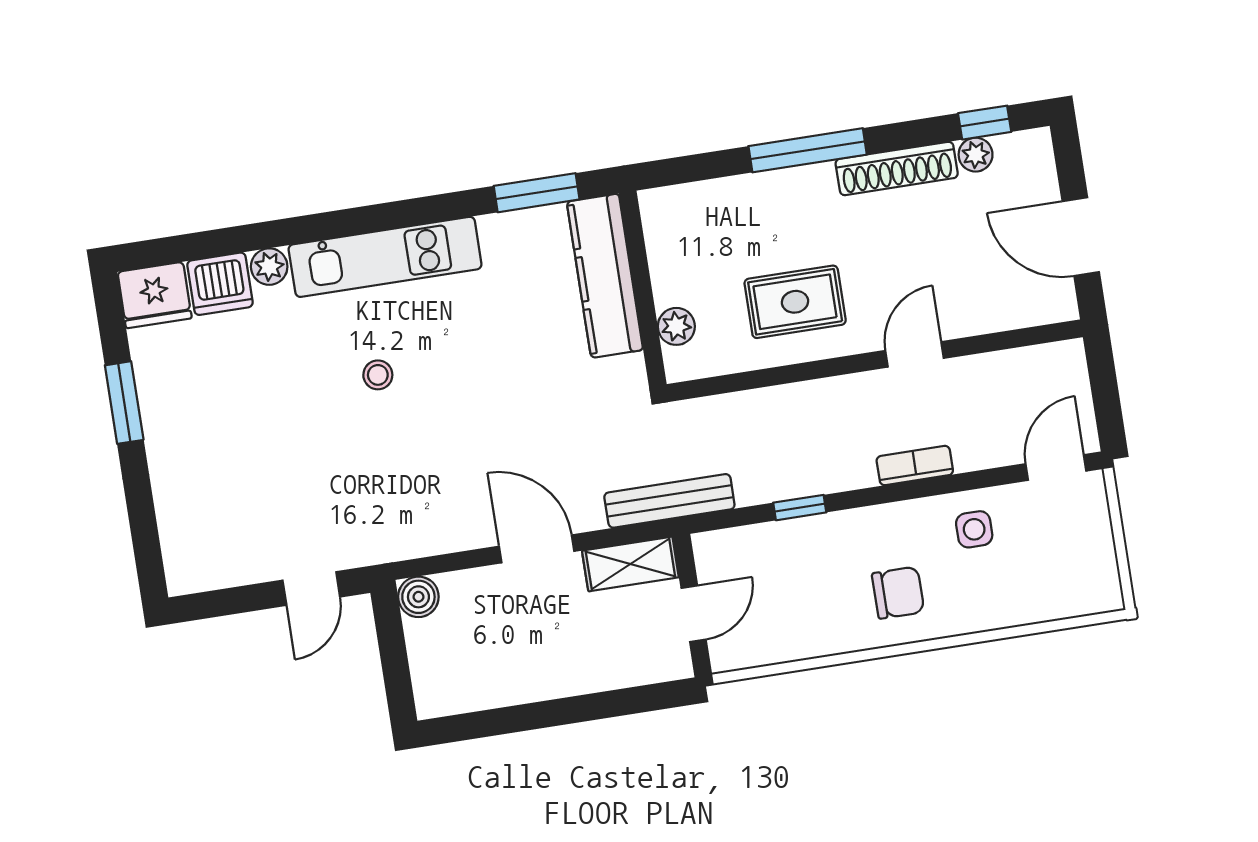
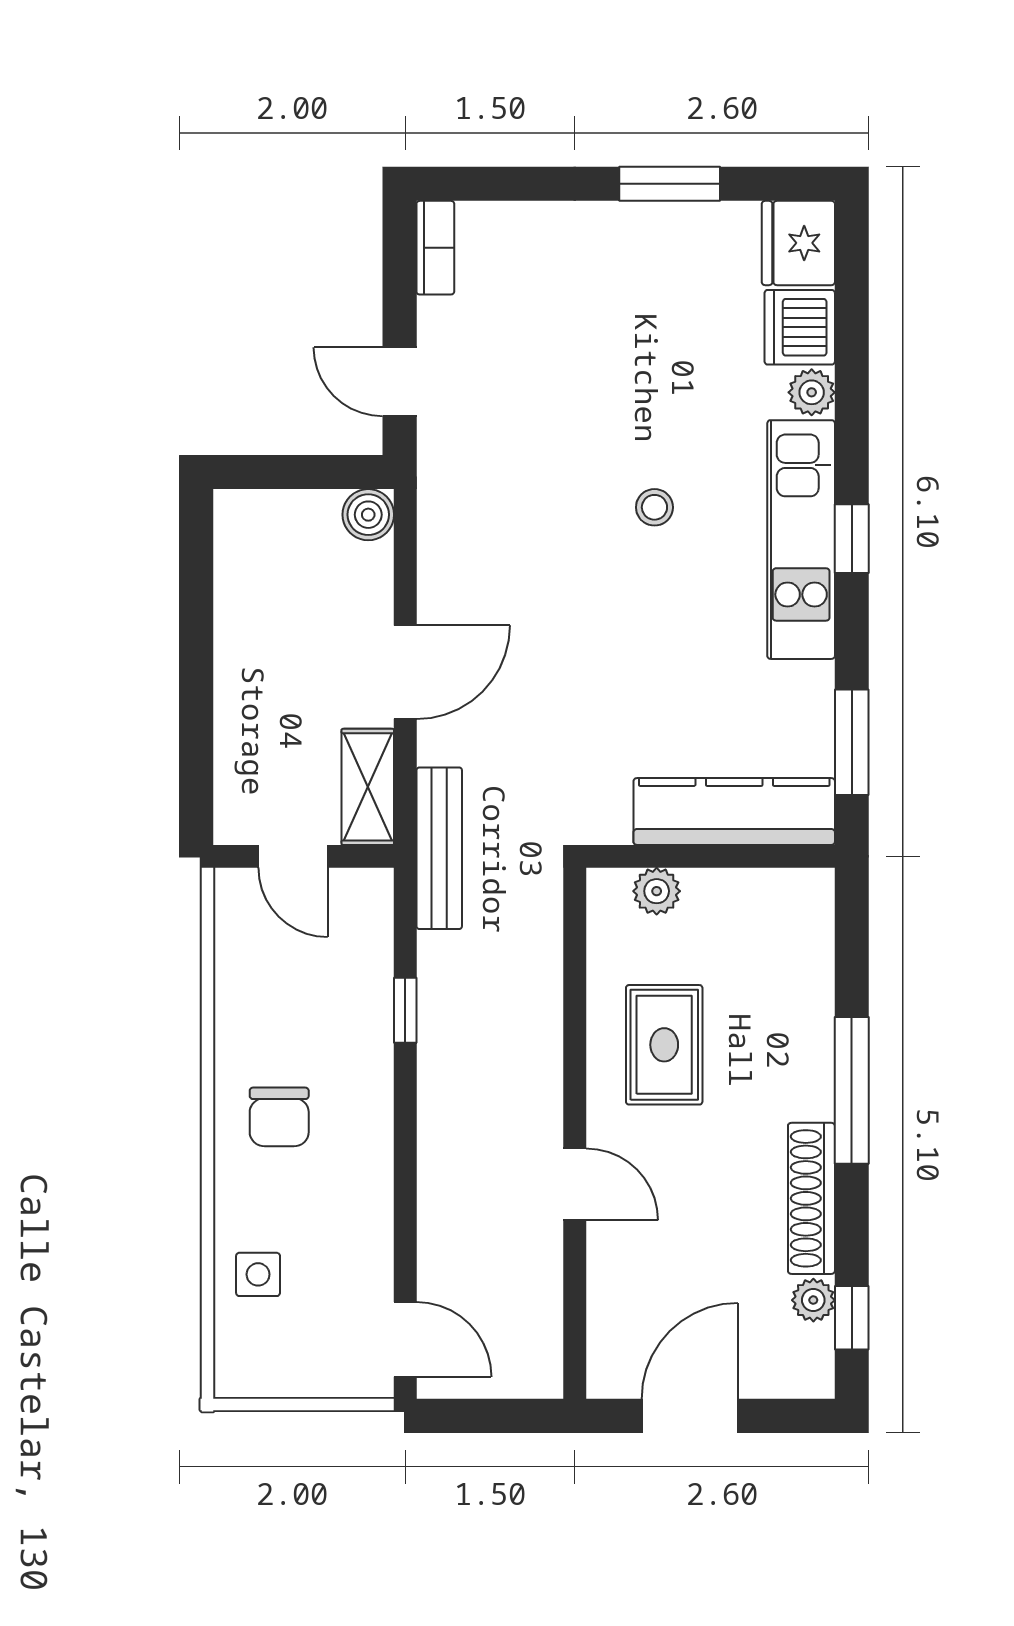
window: (378, 218) -> (852, 539), added
bookcase: (915, 466) -> (435, 248), moved
side table: (974, 529) -> (258, 1274), moved

